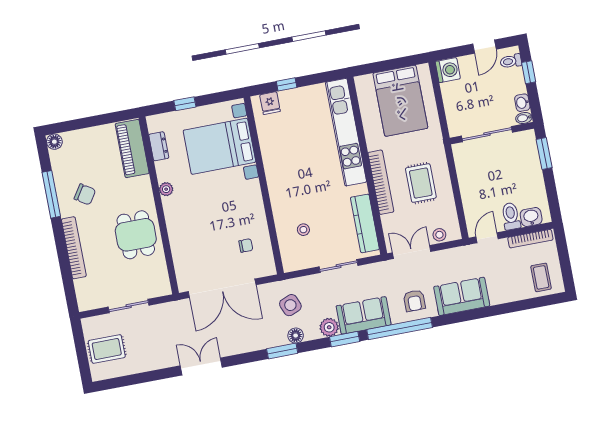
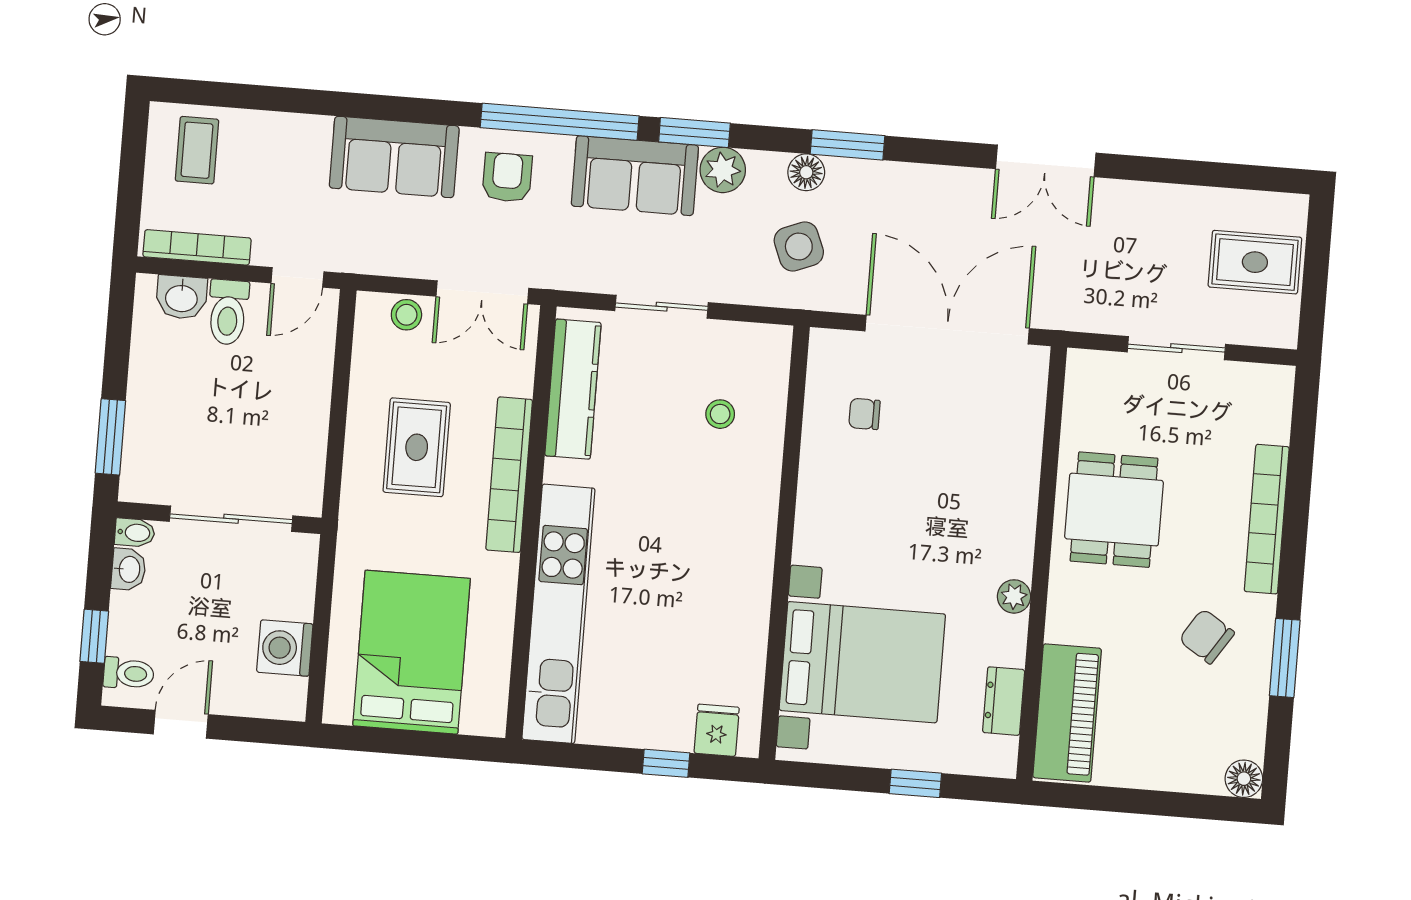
washing machine: (448, 70) -> (285, 648), moved
window: (51, 194) -> (1285, 658), width x0.69

